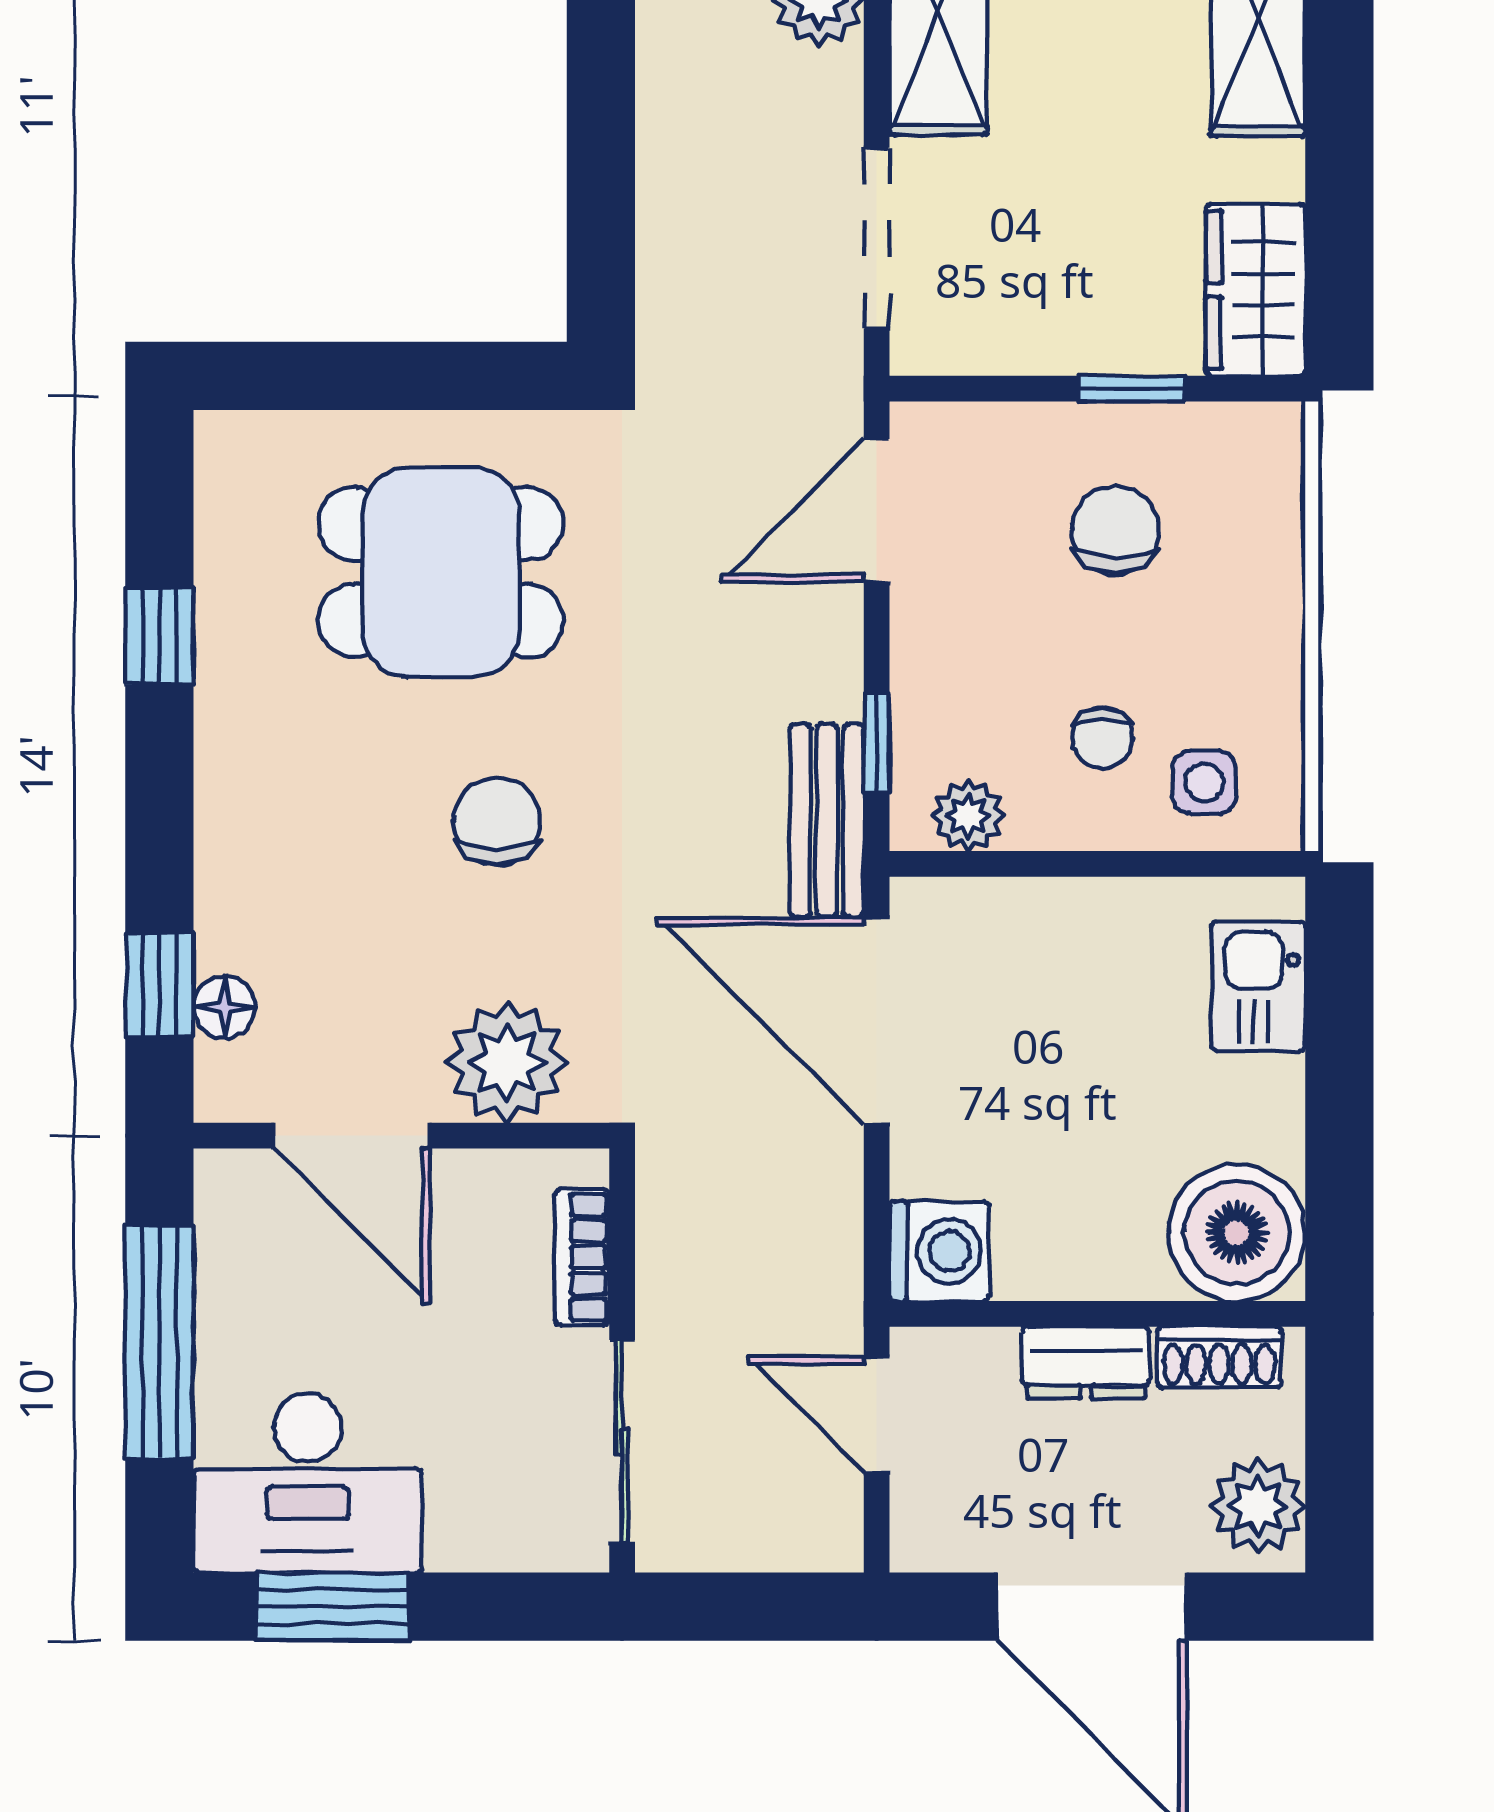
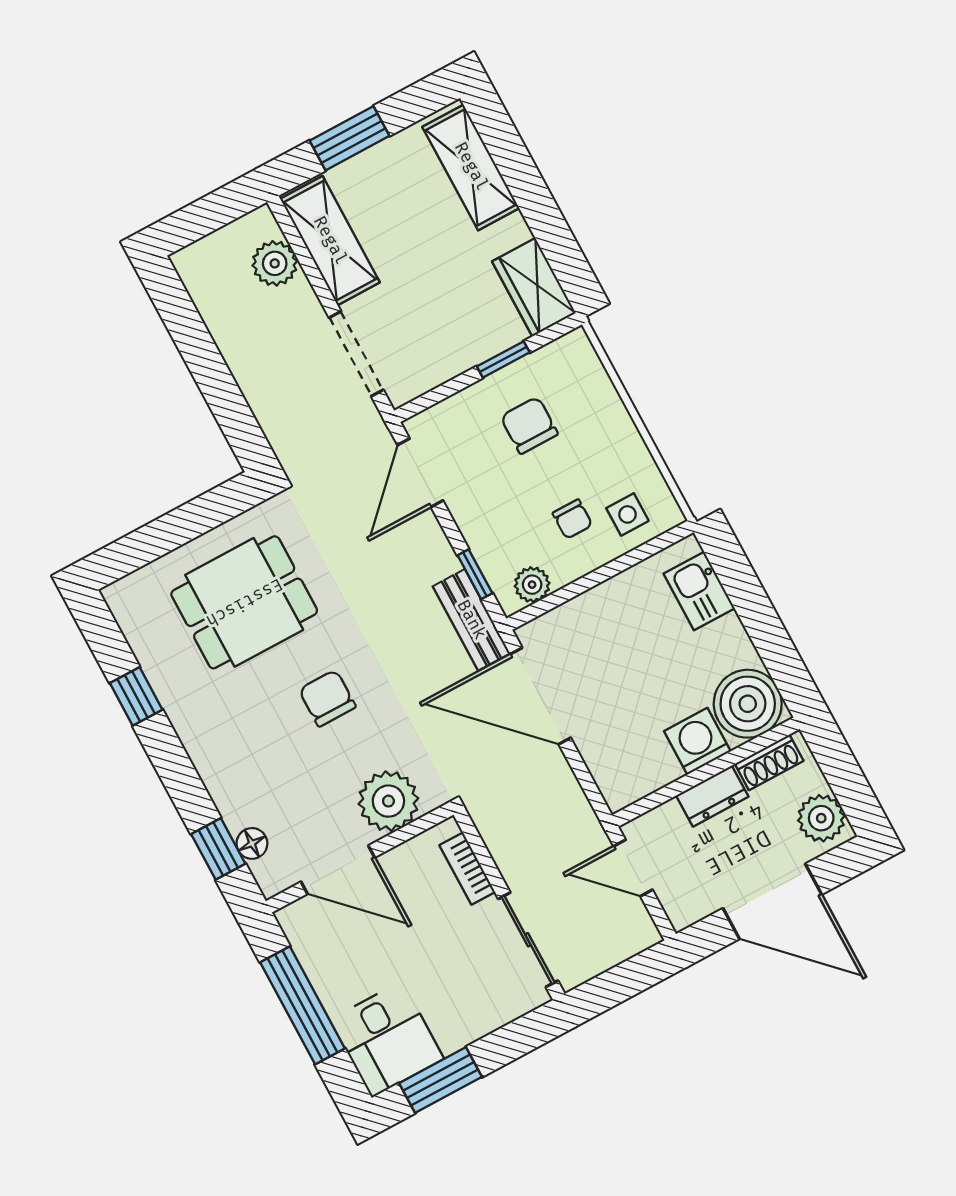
washing machine: (939, 1251) -> (697, 741), moved, turned -90
desk: (308, 1483) -> (387, 1039), width x0.73

